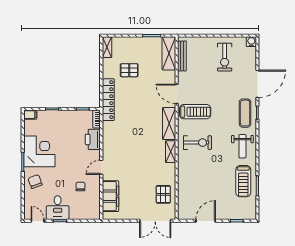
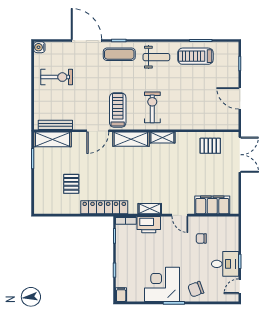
shelving: (107, 47) -> (150, 209), moved
treadmill: (243, 181) -> (195, 56), turned 180

